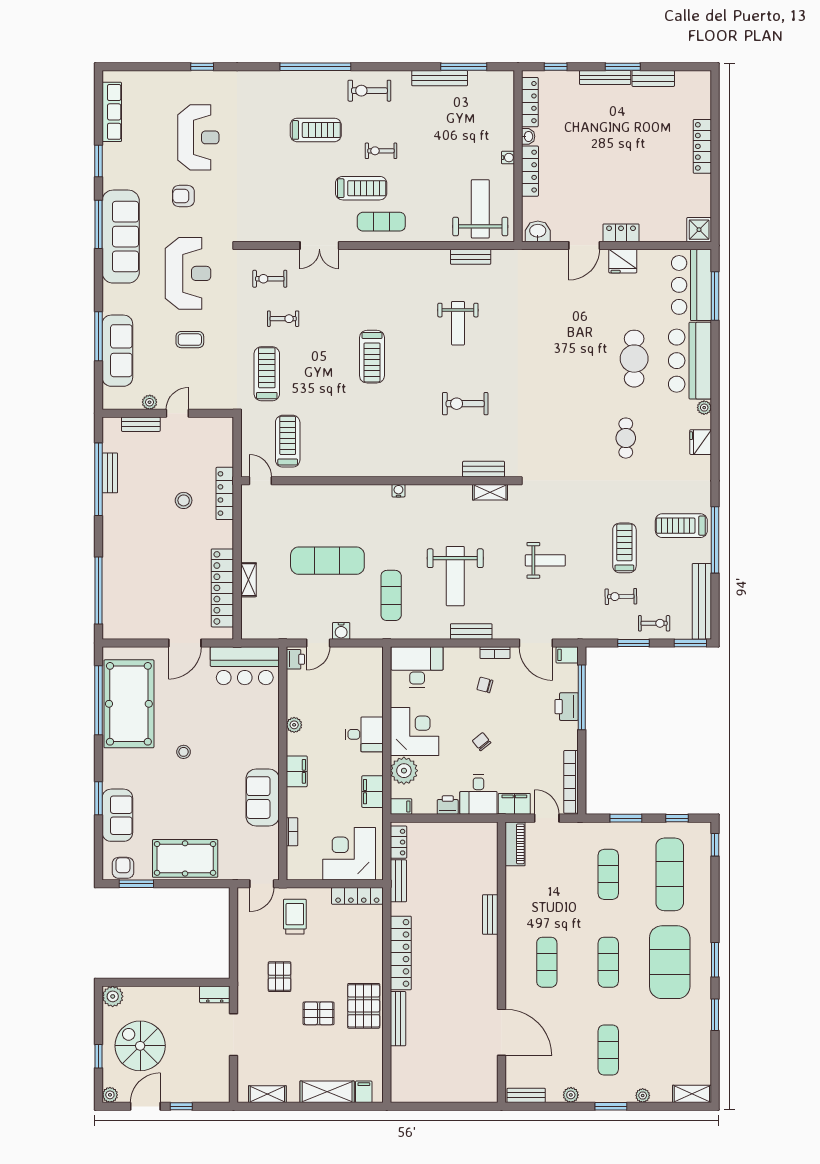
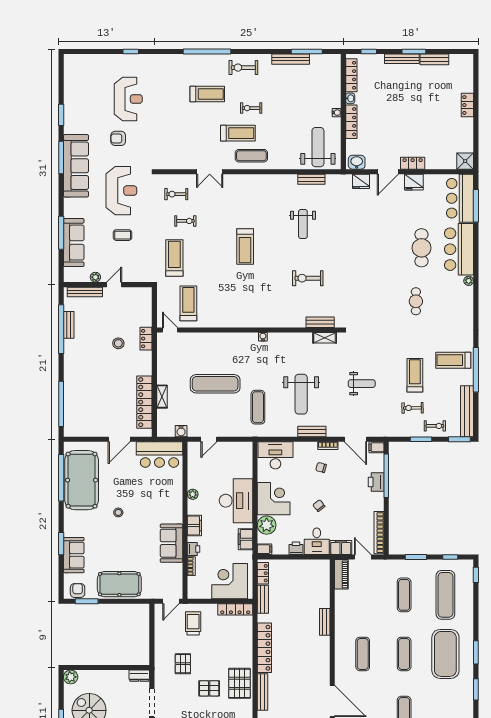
row of seats: (112, 112) -> (70, 82), removed
locker: (702, 146) -> (467, 105), width x0.66
bench: (141, 424) -> (85, 292), width x1.36
fridge: (701, 442) -> (361, 181), moved, turned -90
locker: (225, 493) -> (146, 339), width x0.66
water cooler: (341, 631) -> (181, 431), moved
printer: (295, 659) -> (194, 549), moved
desk: (364, 734) -> (236, 501), width x1.87, depth x1.30

